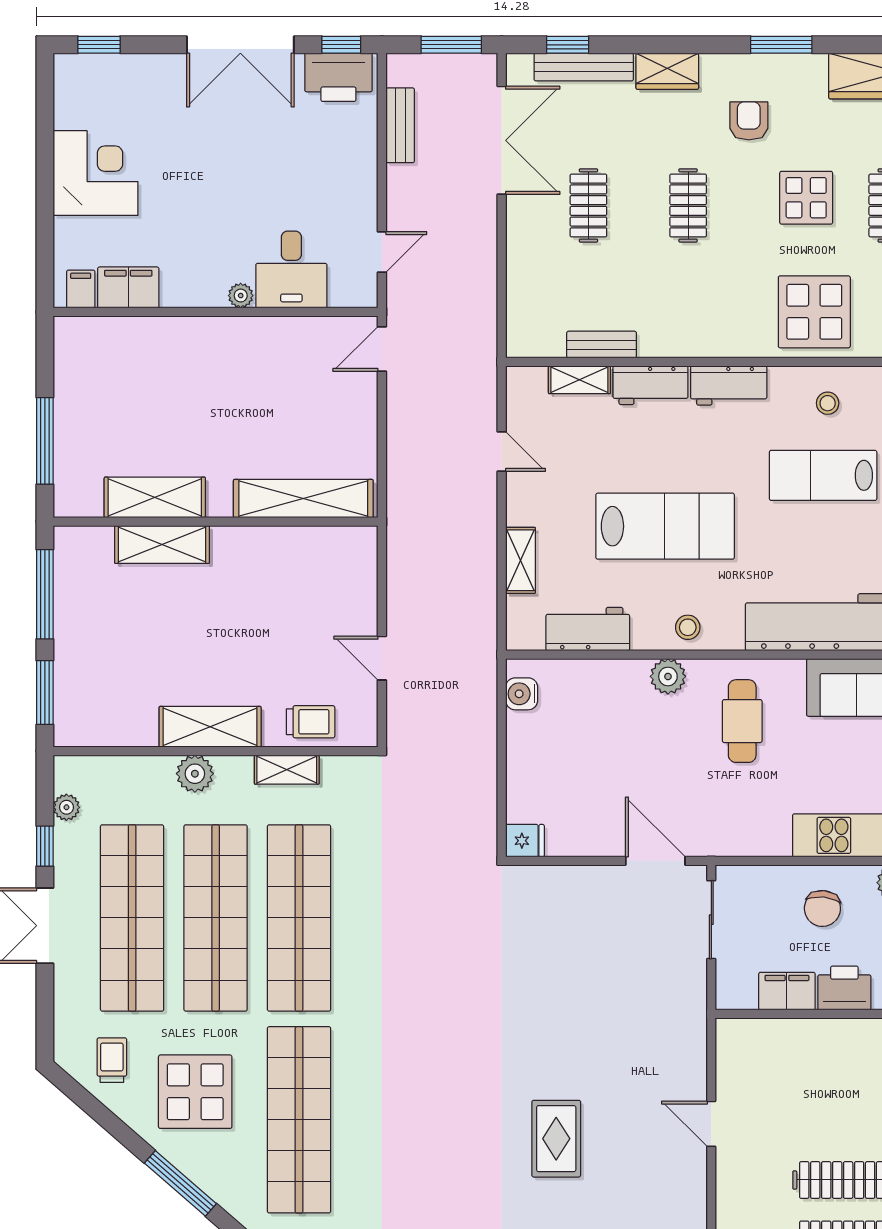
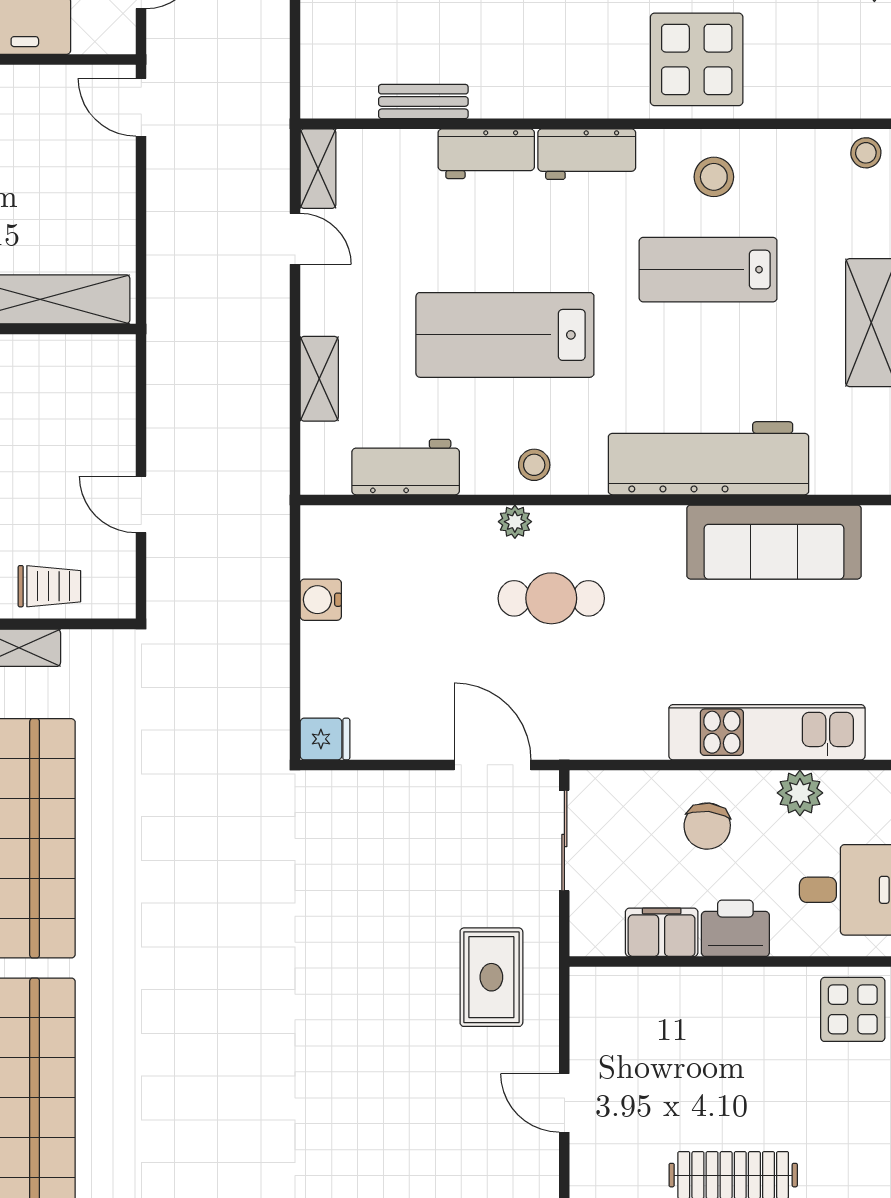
door: (382, 349) -> (141, 107), hinge flipped
shelving: (579, 380) -> (318, 169), moved, turned 90
stool: (828, 403) -> (714, 177), width x1.37, depth x1.37
lab bench: (665, 526) -> (505, 335), turned 180
plant: (668, 676) -> (515, 522), width x0.73, depth x0.73
water cooler: (522, 694) -> (321, 600), moved
cafe table: (742, 721) -> (551, 598), moved, turned 90
rug: (556, 1139) -> (491, 977), moved

